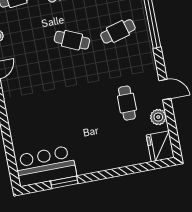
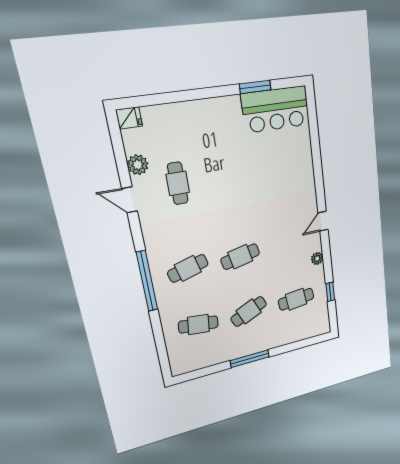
cafe table: (72, 40) -> (240, 257), turned -36
fridge: (160, 146) -> (129, 118), width x0.53, depth x0.75

